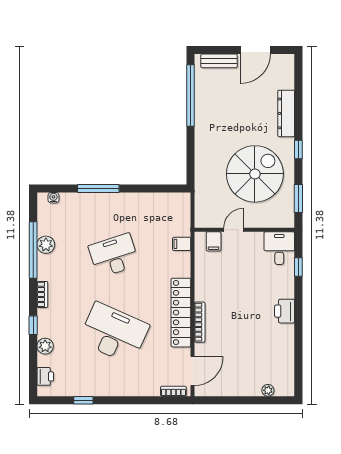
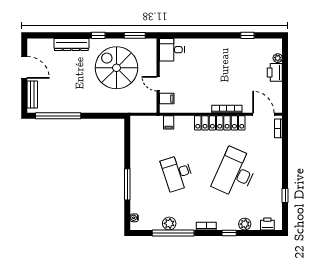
window: (298, 267) -> (247, 35), moved
printer: (285, 311) -> (275, 72), moved, turned 90

